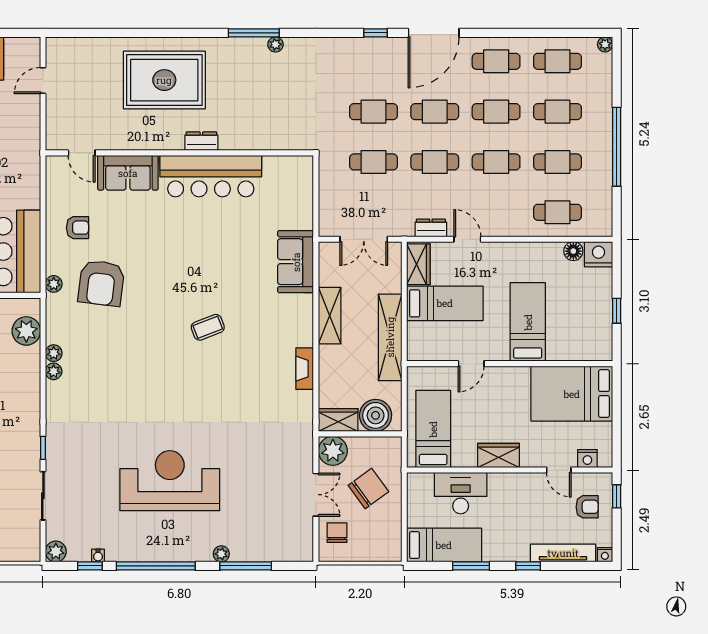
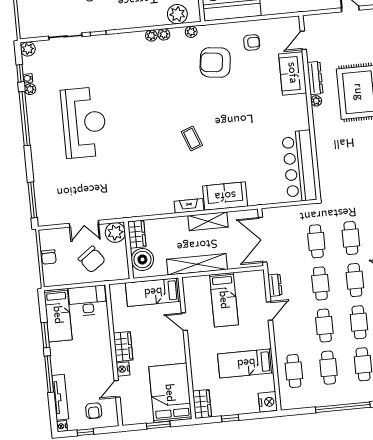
dresser: (201, 141) -> (315, 78), moved, width x1.44
plant: (171, 143) -> (316, 101), added
bar counter: (211, 176) -> (299, 166), moved
armchair: (78, 228) -> (252, 42), turned -90
double door: (364, 239) -> (263, 240), width x1.37
floor lamp: (573, 251) -> (268, 384), removed
sofa: (296, 262) -> (225, 196), moved
wardrobe: (418, 264) -> (202, 404), moved, turned -90
plant: (54, 284) -> (191, 32), moved
bed: (528, 322) -> (246, 363), moved, turned 180
fireplace: (305, 369) -> (189, 206), moved
window: (617, 415) -> (158, 425), added
bed: (433, 429) -> (153, 292), moved, turned 180
nightstand: (587, 459) -> (123, 369), moved
desk: (461, 493) -> (88, 301), moved, turned -90
window: (617, 496) -> (85, 432), moved
chair: (337, 533) -> (49, 257), moved, turned 90
plant: (221, 554) -> (30, 89), moved
window: (246, 566) -> (32, 200), moved
window: (528, 566) -> (49, 374), width x2.17

